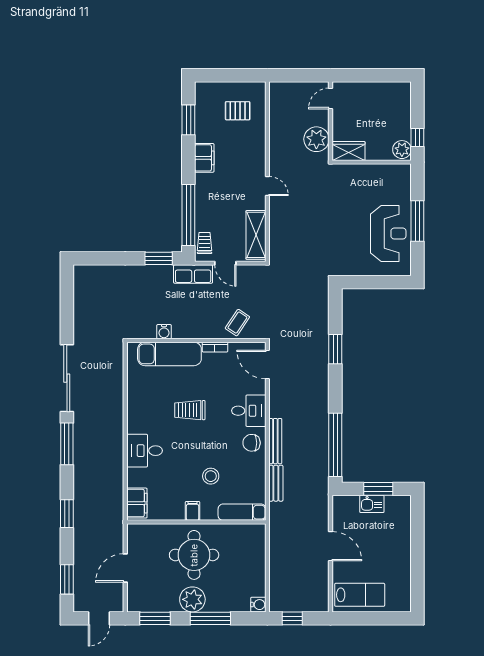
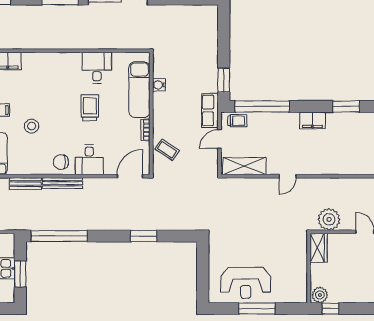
pallet: (238, 111) -> (354, 150), removed
chair: (252, 443) -> (61, 162), turned -90
desk: (145, 451) -> (97, 68), moved

